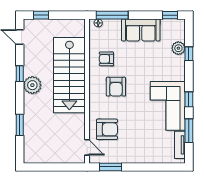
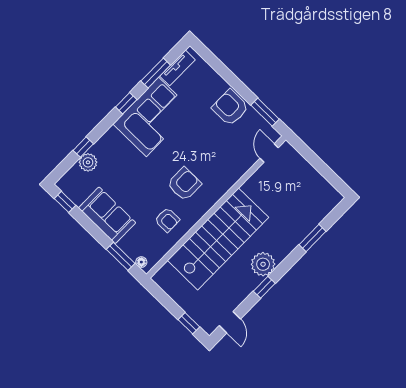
window: (112, 15) -> (121, 256), width x0.69
armchair: (107, 129) -> (230, 108), moved

